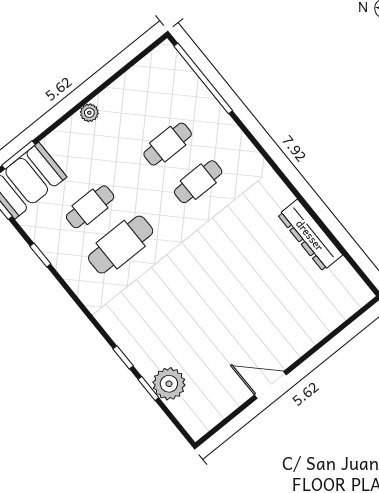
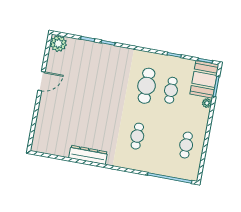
plant: (89, 113) -> (207, 103), moved
cafe table: (168, 144) -> (186, 145), moved
dresser: (310, 235) -> (88, 155), moved
plant: (169, 384) -> (58, 44), moved

